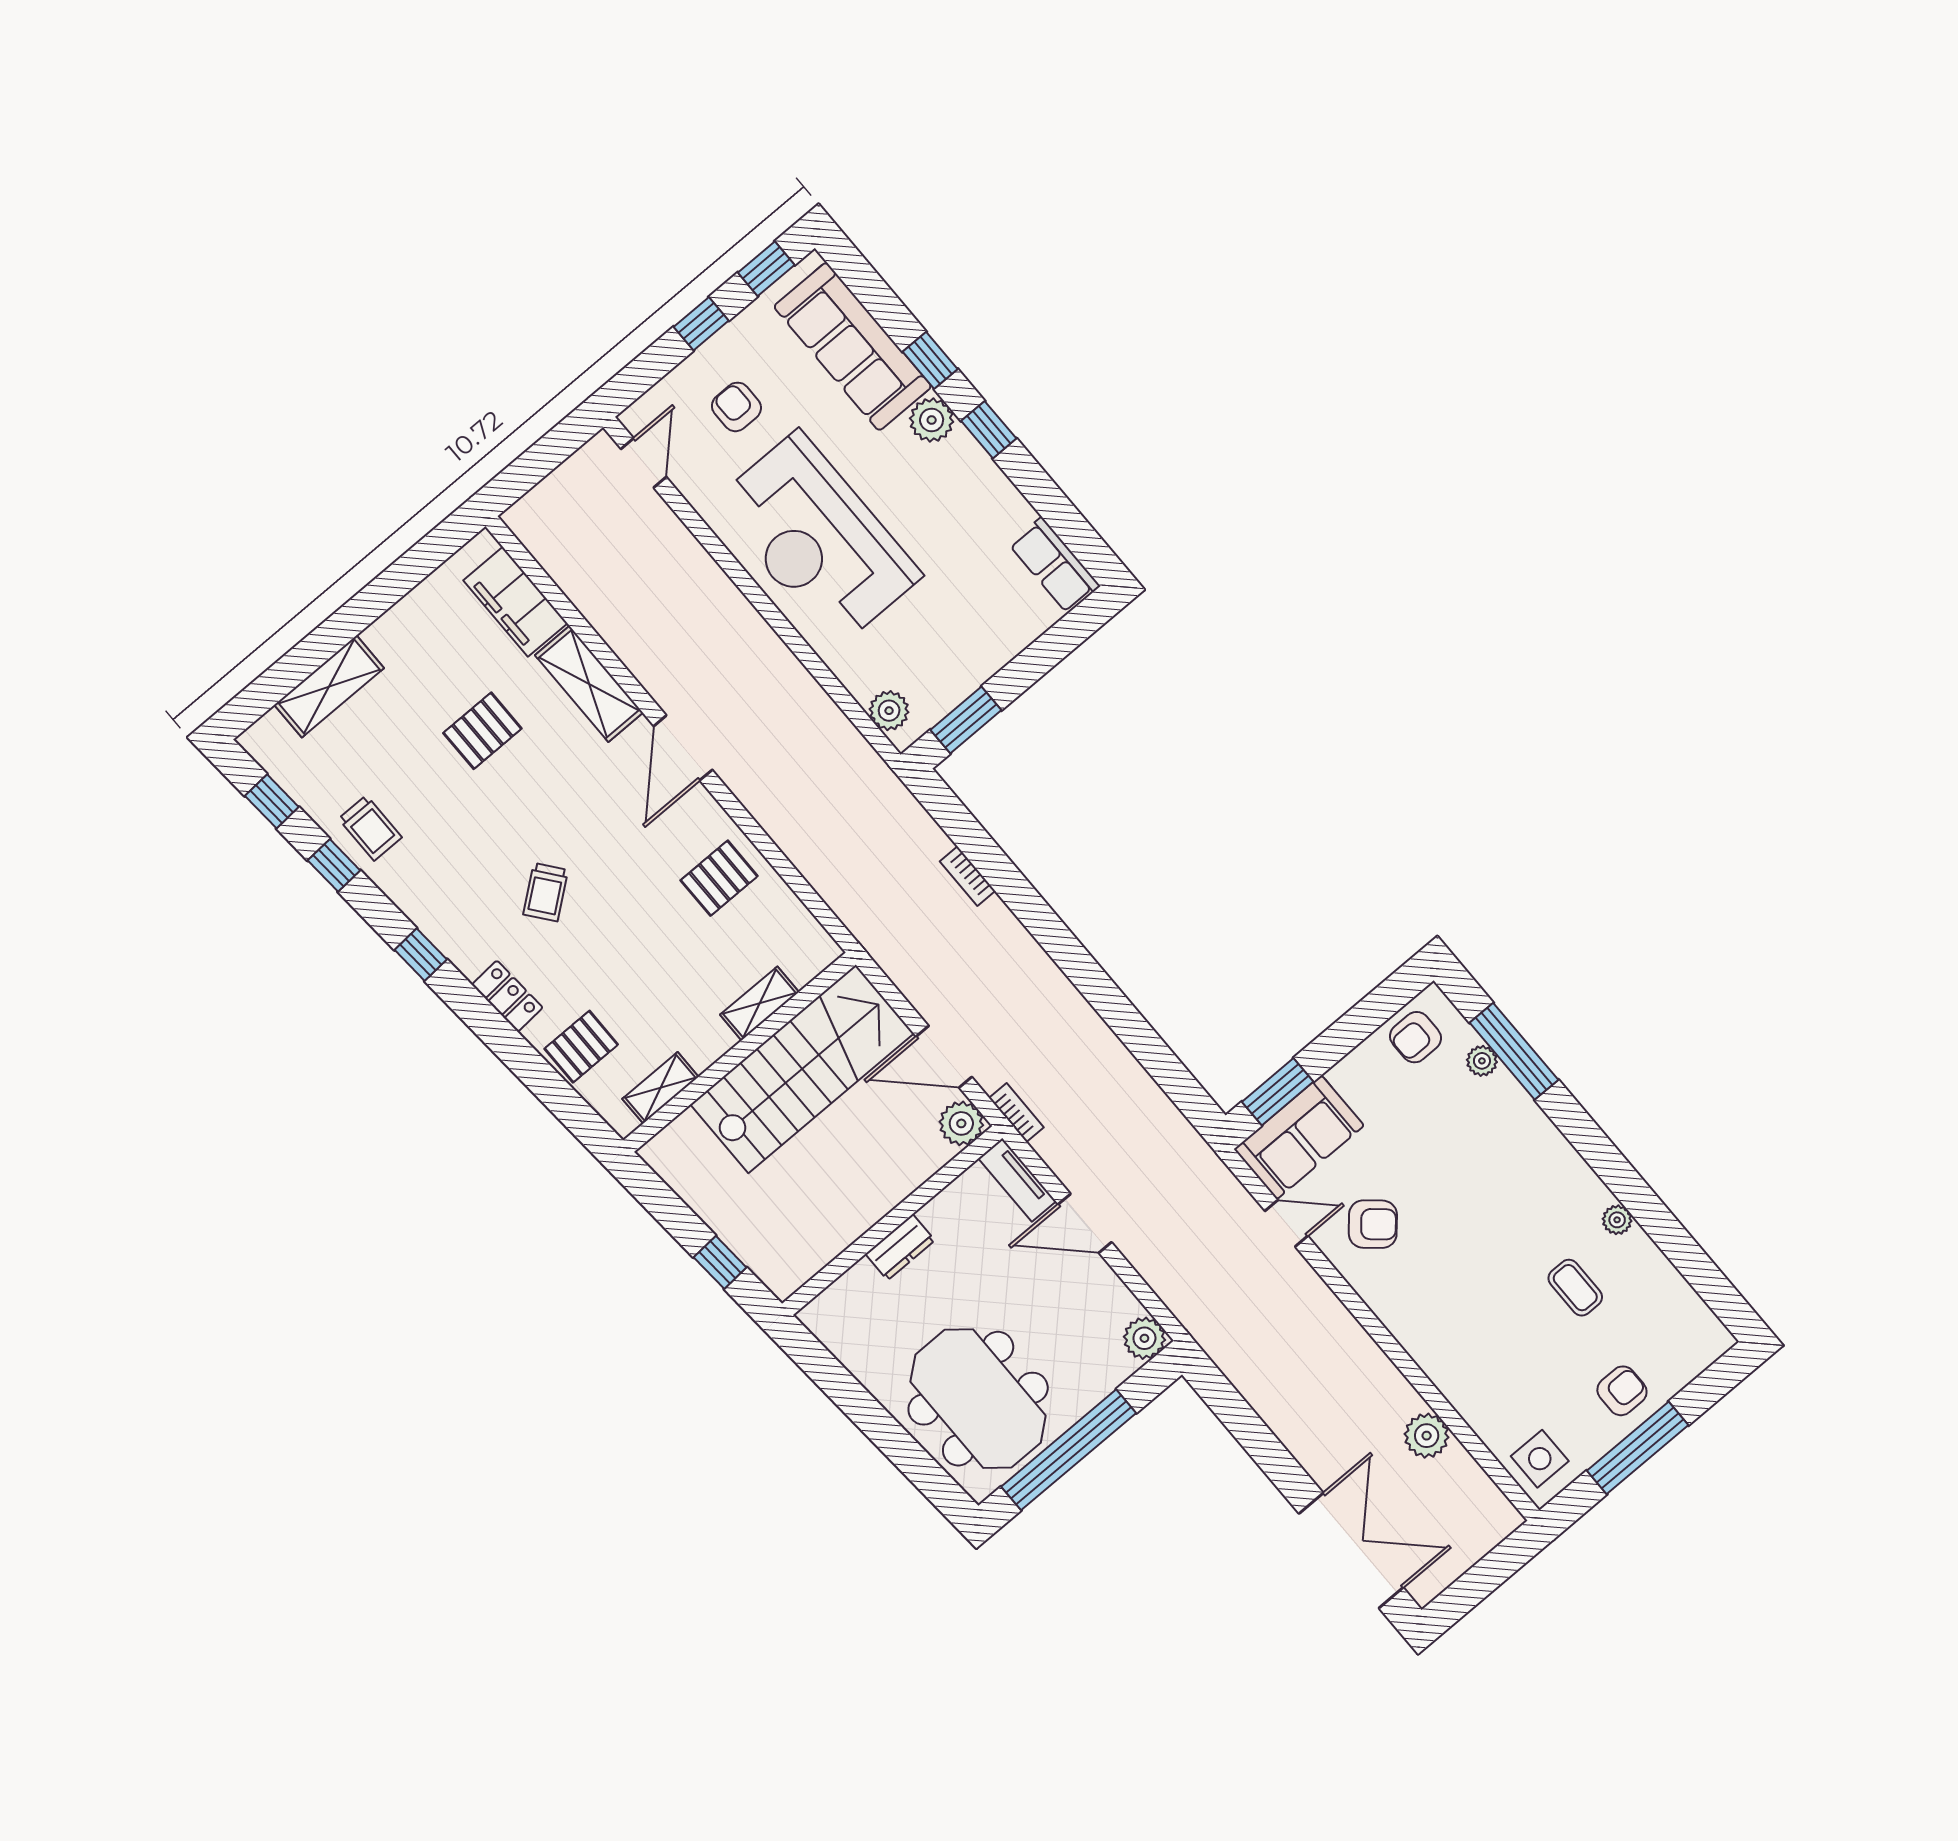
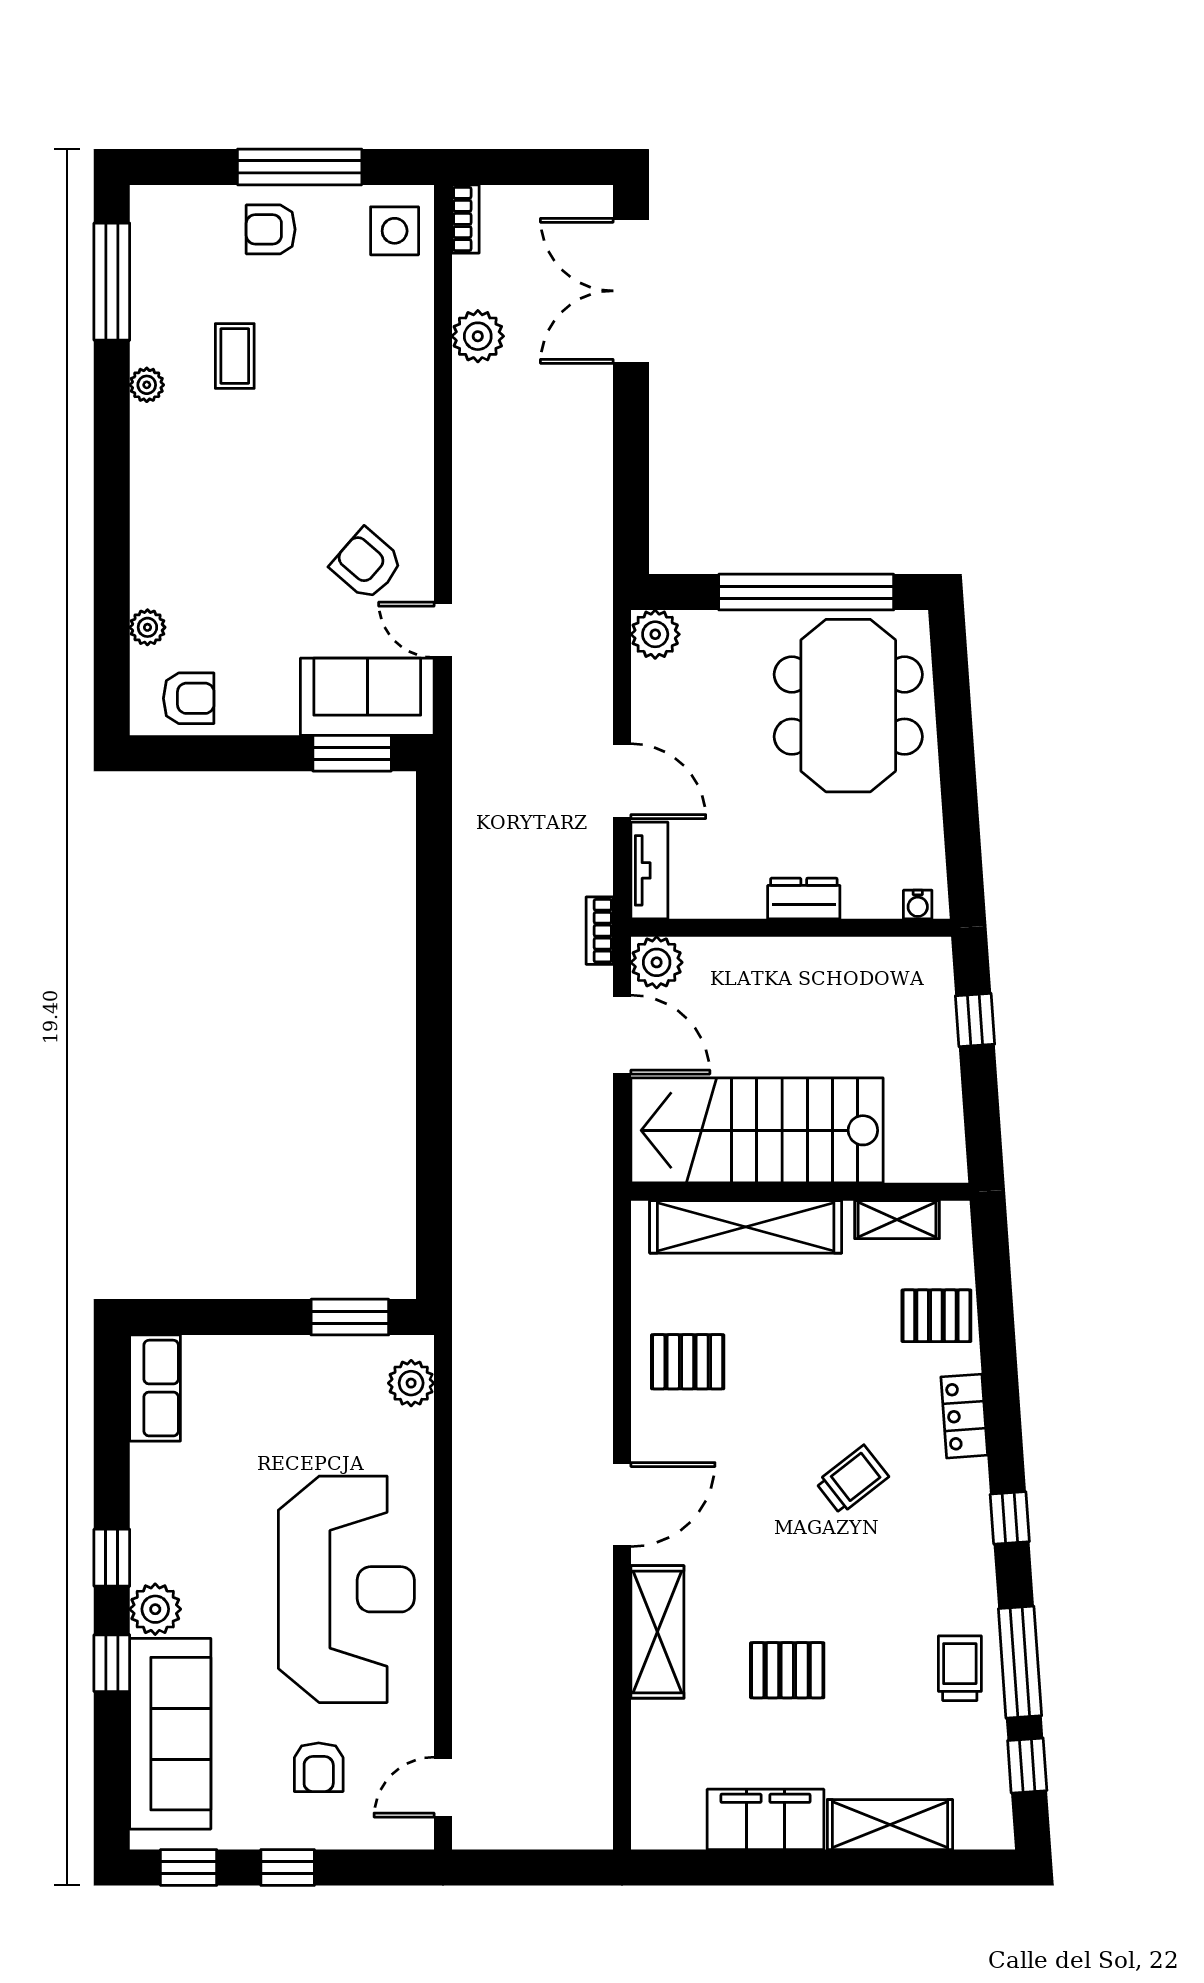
filing cabinet: (515, 602) -> (766, 1819), moved, turned -90
window: (334, 865) -> (1020, 1662), width x2.17
bookcase: (968, 876) -> (466, 219), moved
shelving: (760, 1003) -> (746, 1227), width x2.20, depth x1.33
window: (1514, 1051) -> (112, 282), moved
water cooler: (822, 1306) -> (918, 904), added

